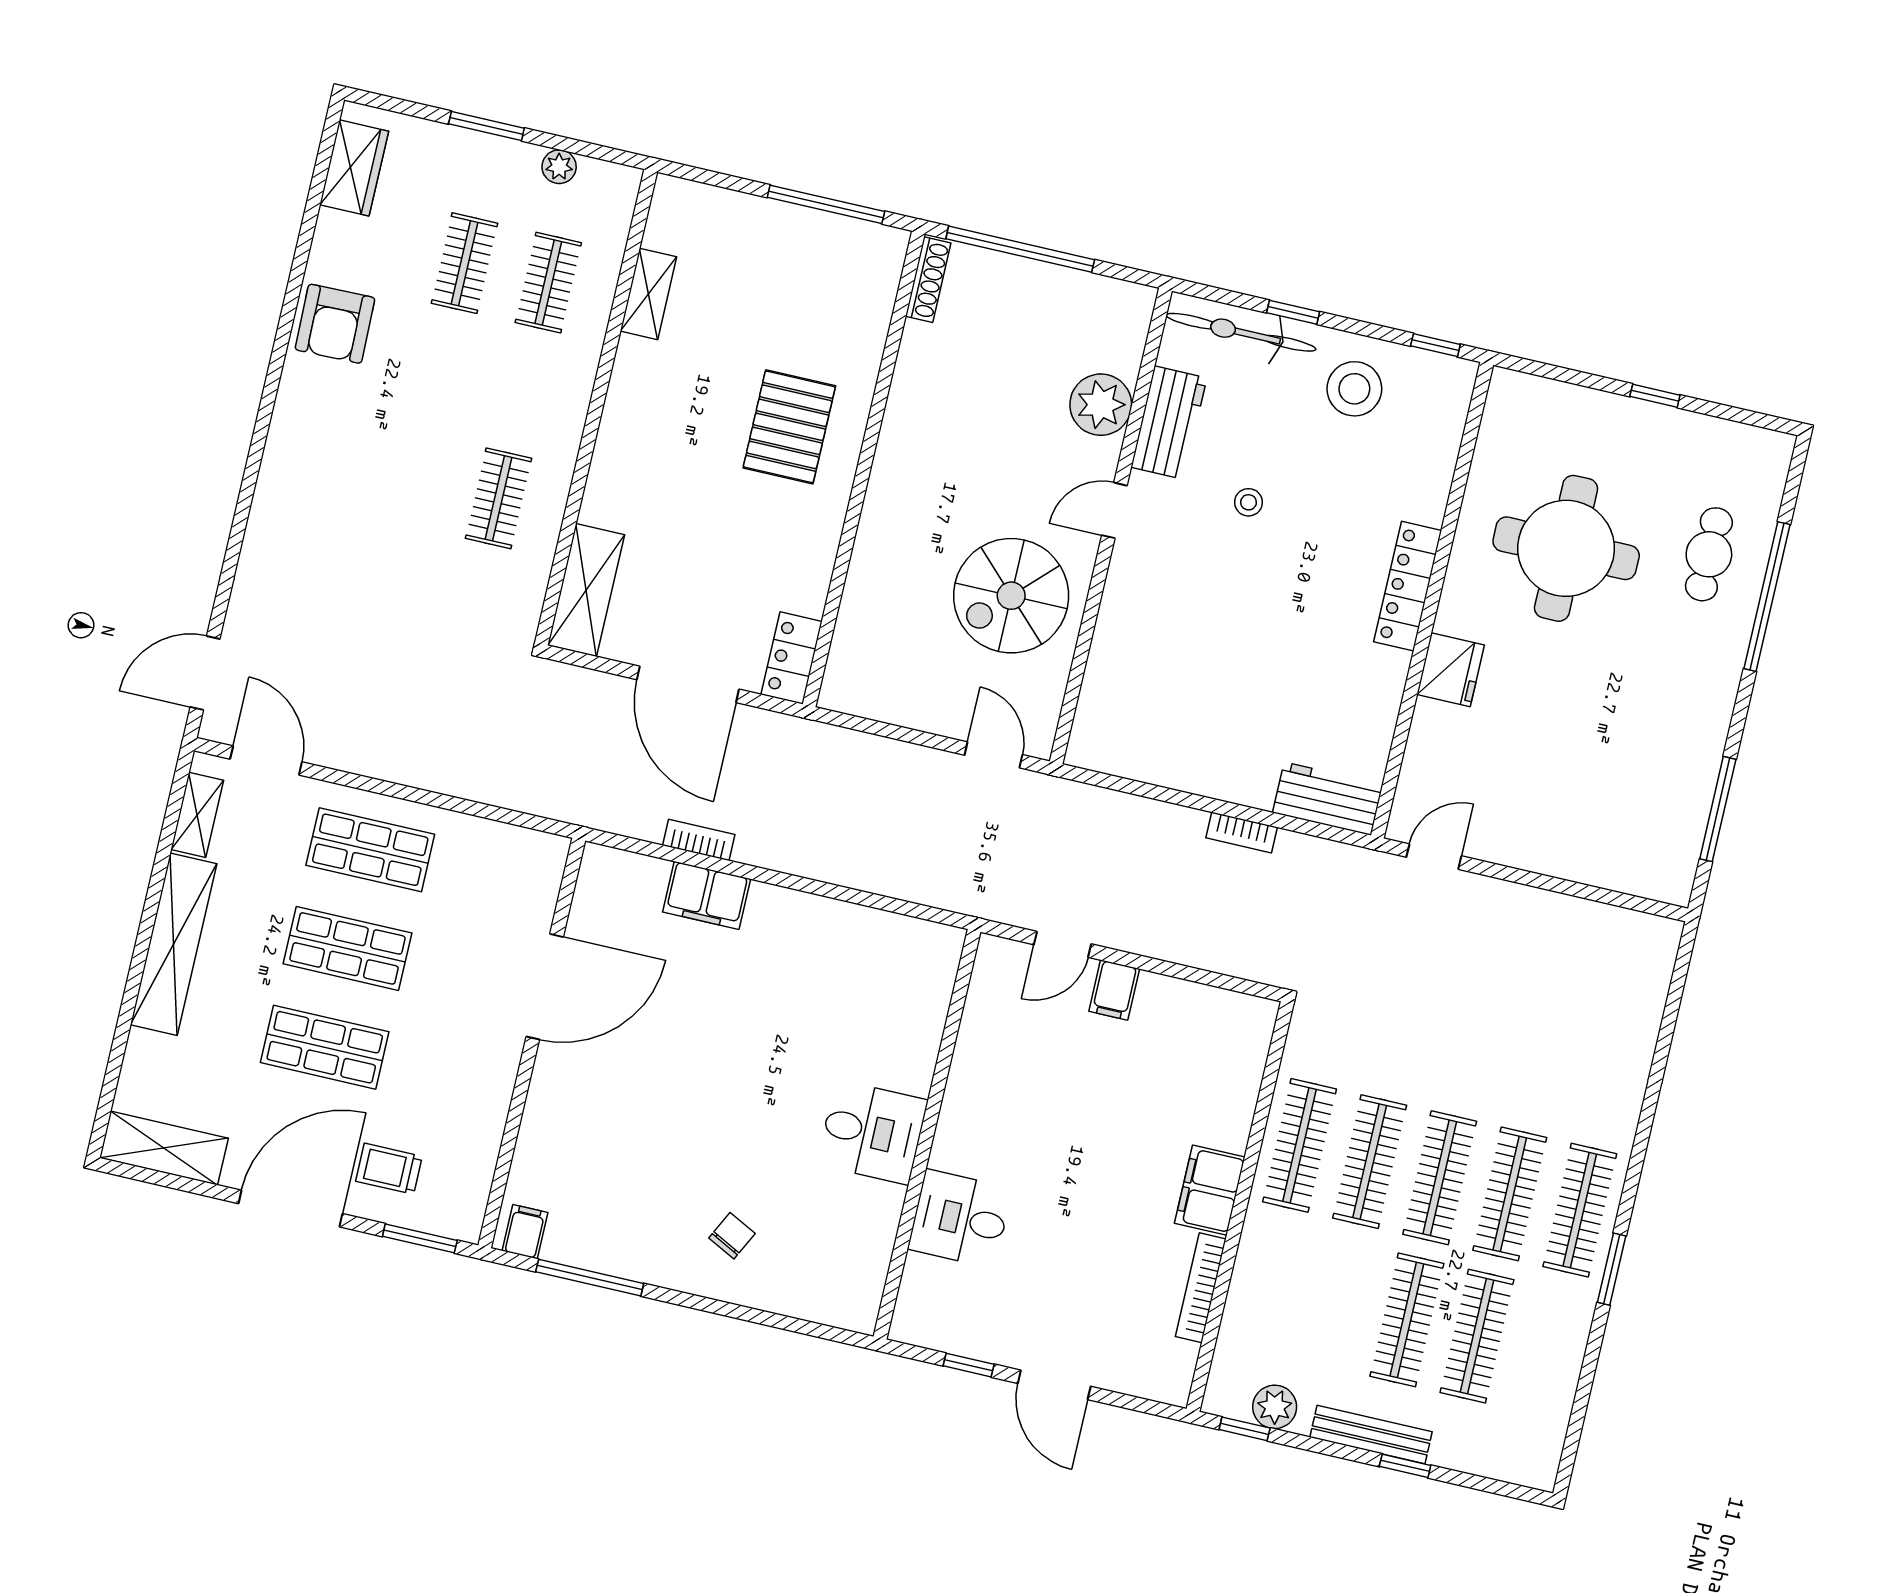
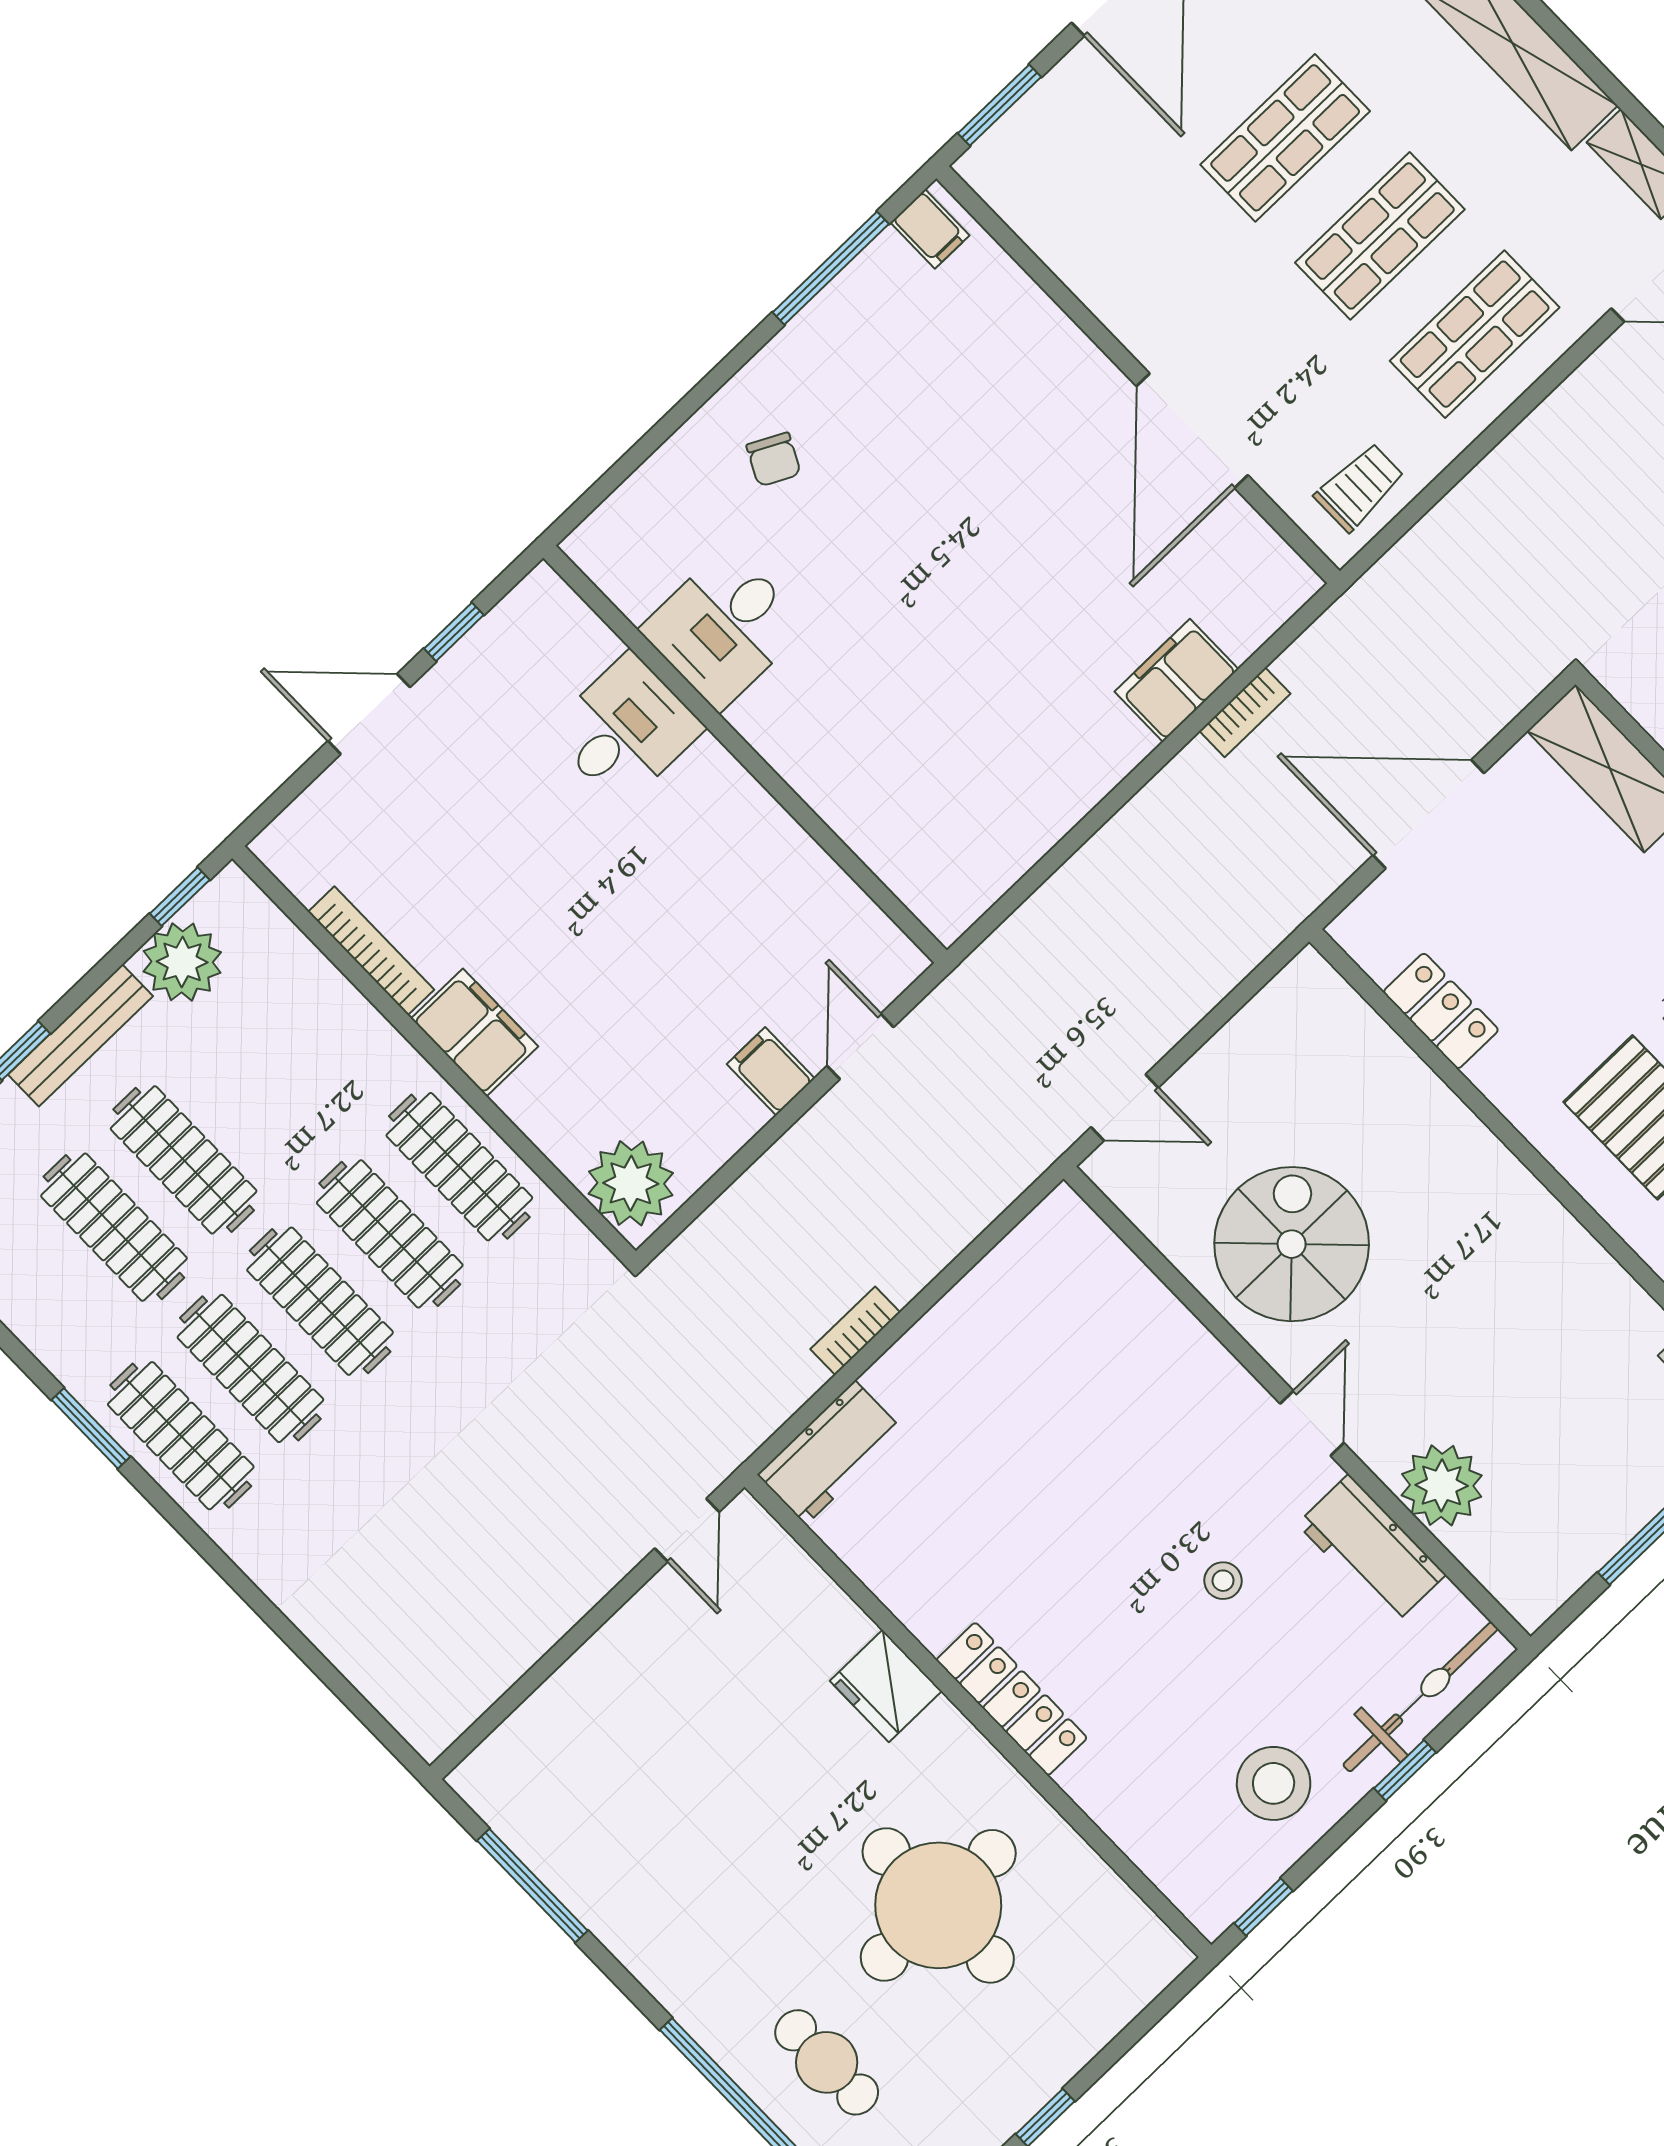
locker: (792, 658) -> (1441, 1011), moved
plant: (1241, 1032) -> (631, 1183), added
desk: (872, 1132) -> (724, 628), moved
trolley: (389, 1169) -> (1360, 487), moved
plant: (1275, 1407) -> (182, 962), width x1.36, depth x1.36

